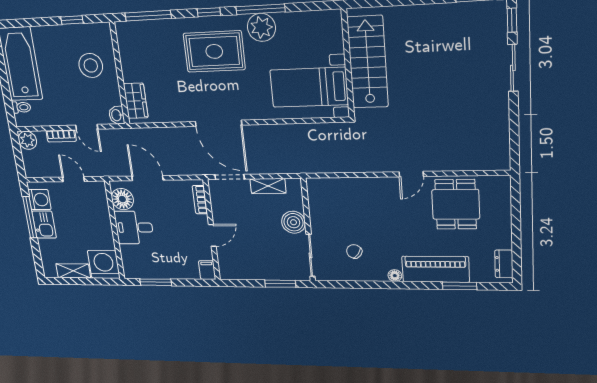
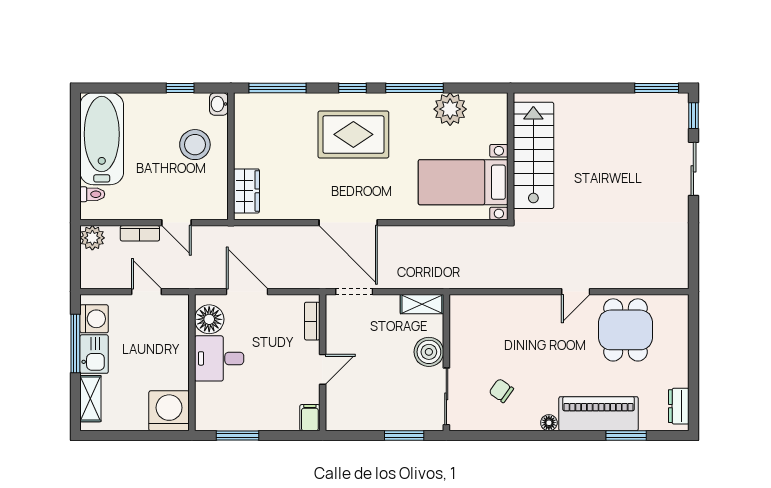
plant: (261, 27) -> (450, 109), moved
washbasin: (117, 115) -> (219, 104), moved
shelving: (268, 186) -> (422, 304), moved
shelving: (73, 271) -> (90, 399), moved, turned 90

